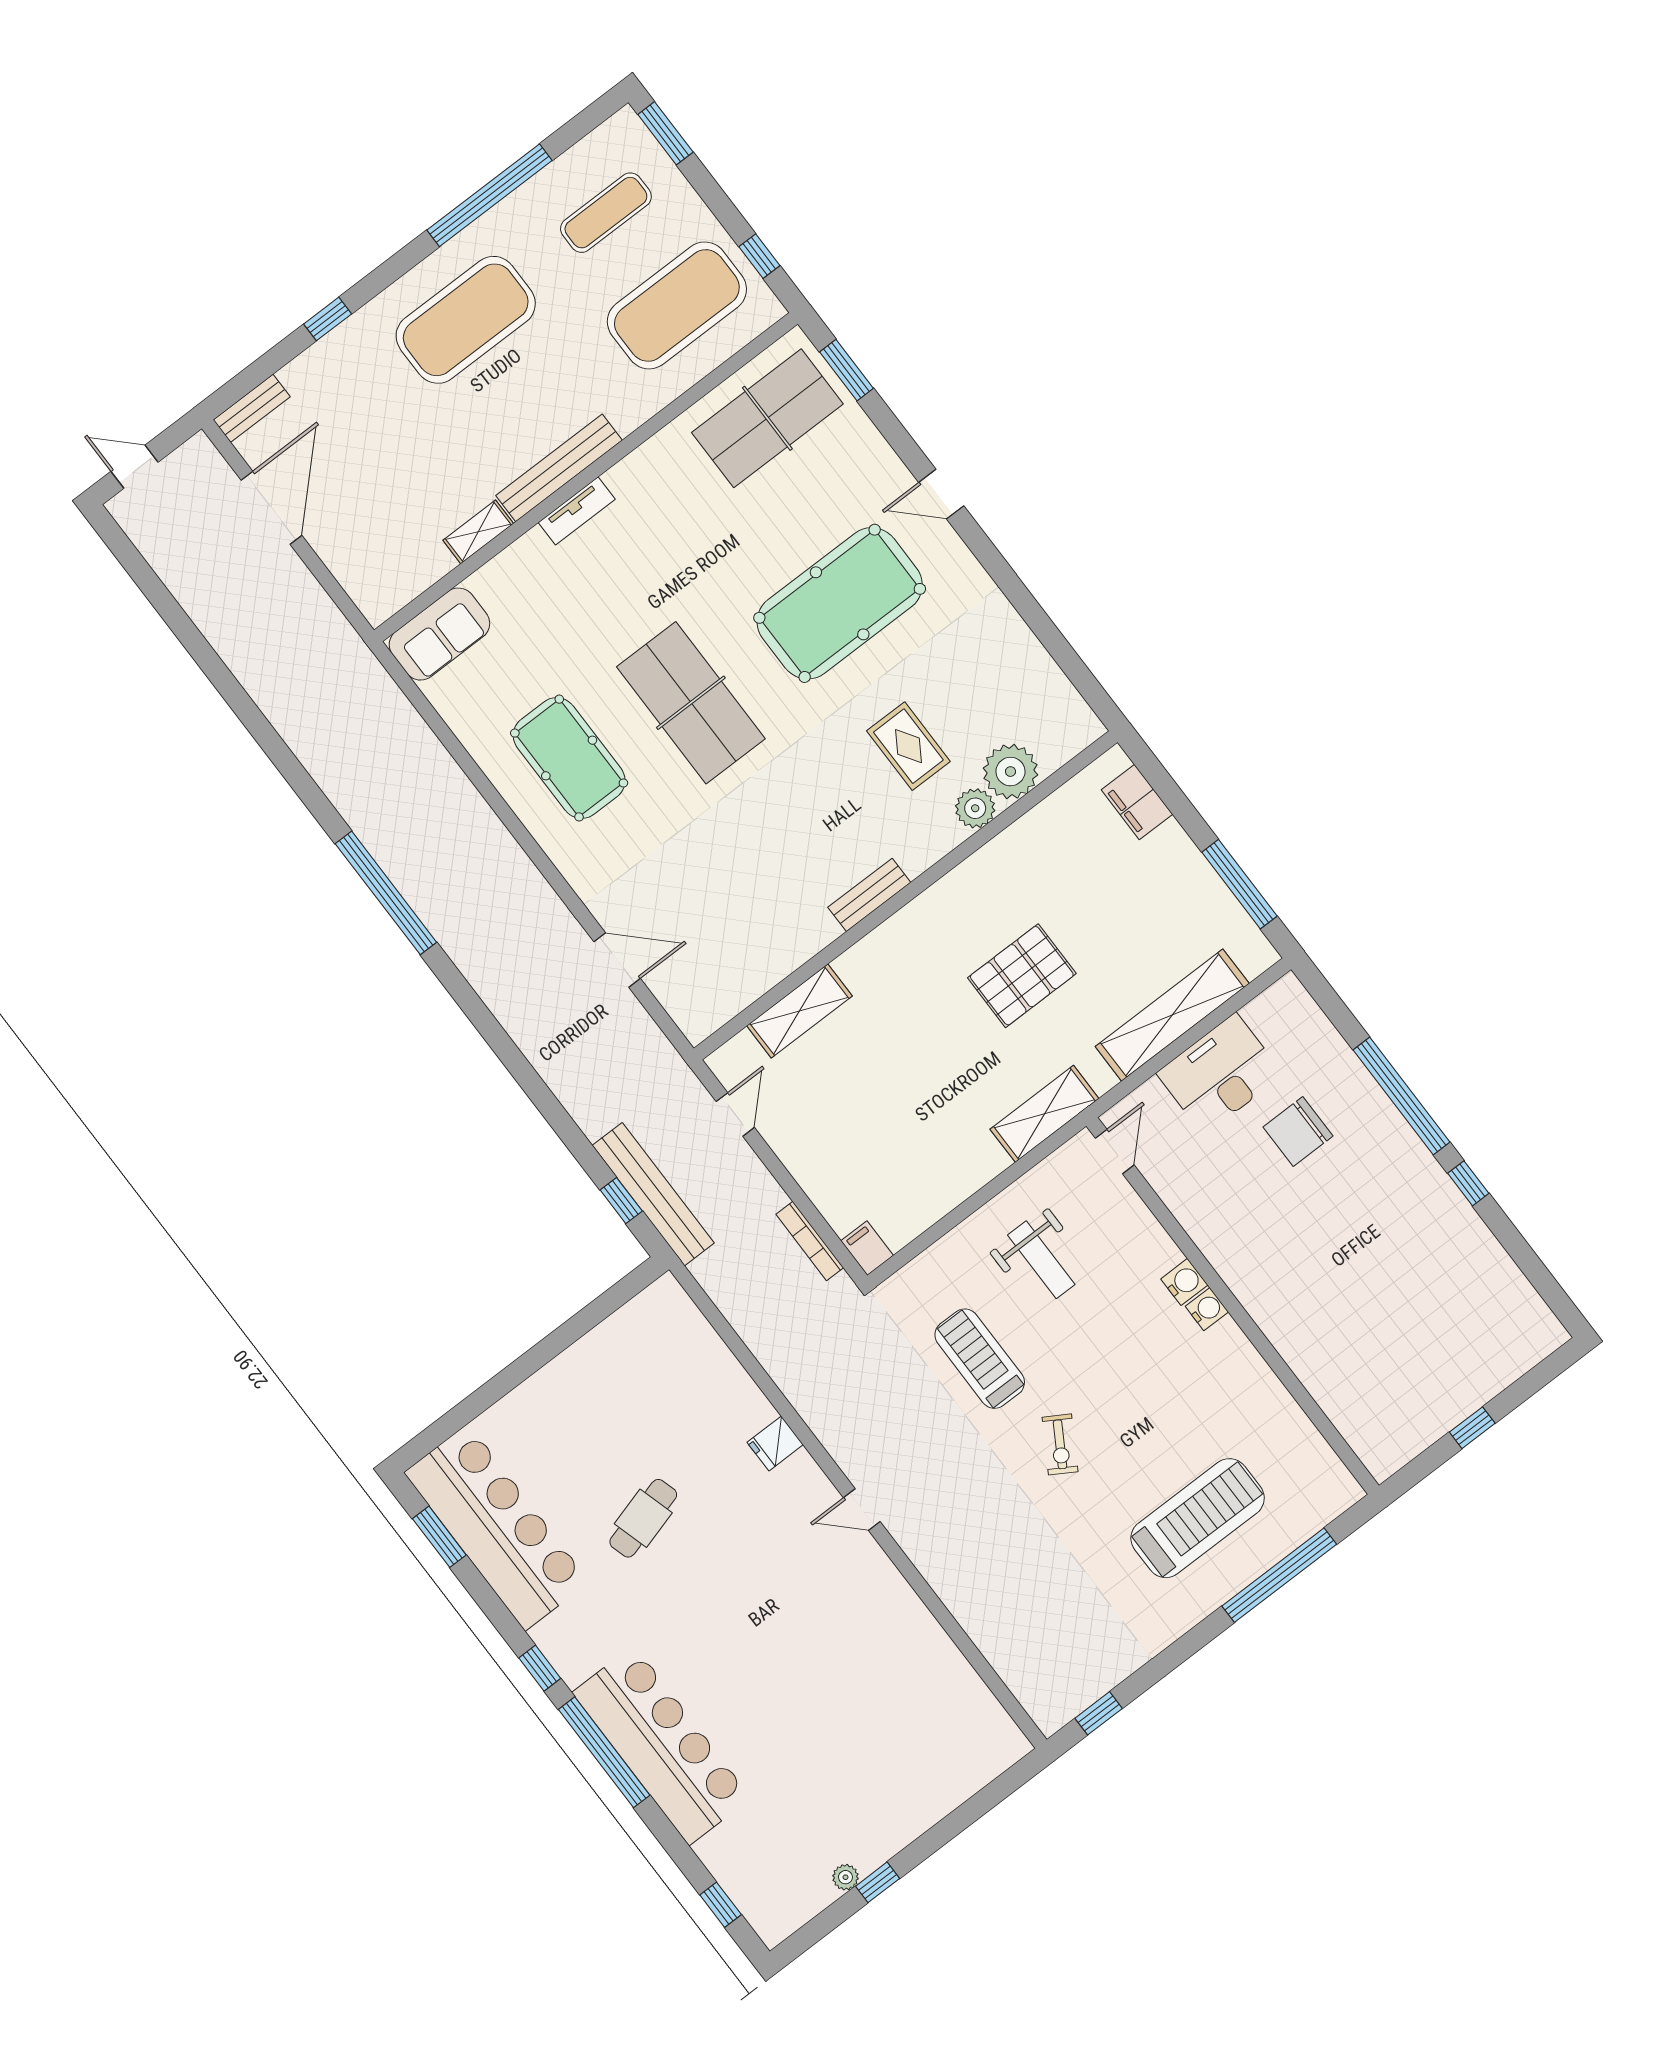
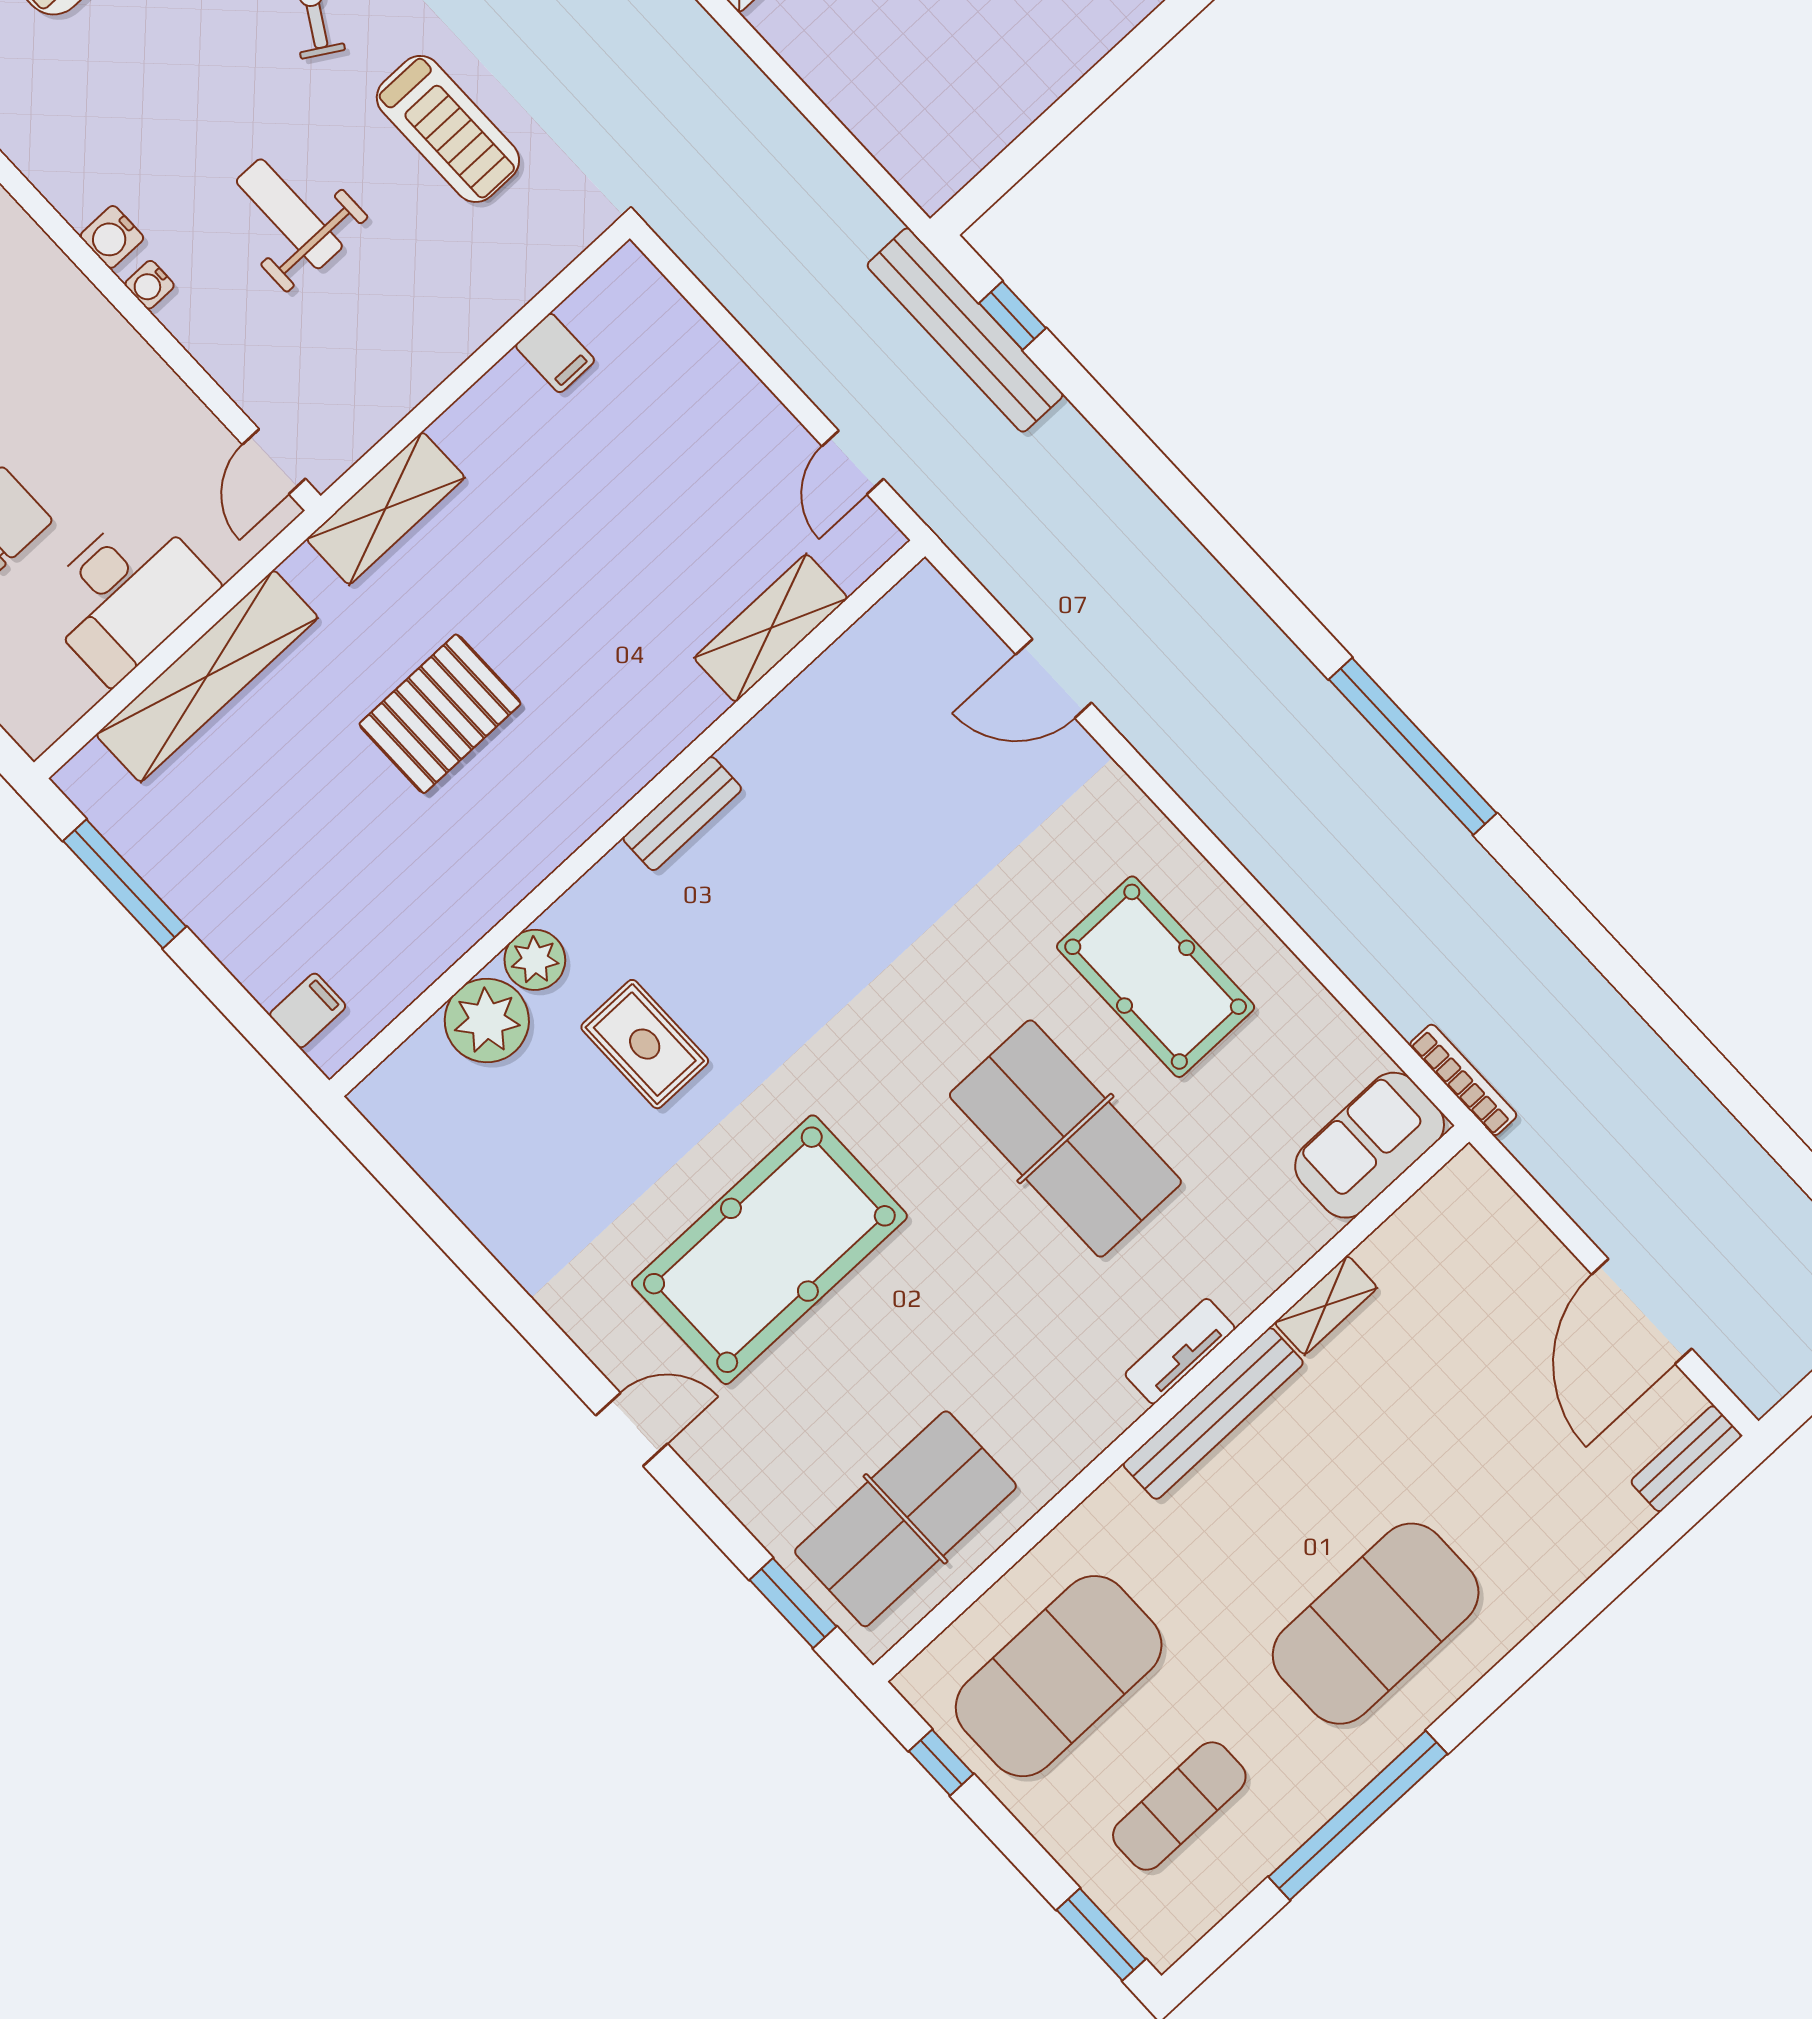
window: (328, 319) -> (1584, 1605), removed
table tennis table: (691, 703) -> (1065, 1139), moved
filing cabinet: (1137, 802) -> (308, 1010), width x0.50
bookcase: (810, 1241) -> (1463, 1080), moved
filing cabinet: (867, 1248) -> (555, 353), moved
weight bench: (1041, 1260) -> (289, 214), moved
water cooler: (1184, 1282) -> (150, 285), width x0.72, depth x0.72

